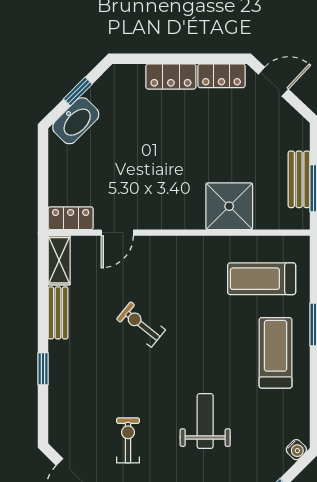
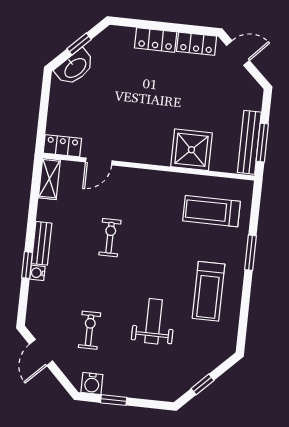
bench: (299, 179) -> (249, 142), width x1.36
bench: (58, 313) -> (42, 243), moved
exercise bike: (141, 324) -> (110, 238), turned 51
treadmill: (276, 353) -> (209, 291), moved, turned 180
water cooler: (296, 450) -> (37, 273), moved, turned 135

